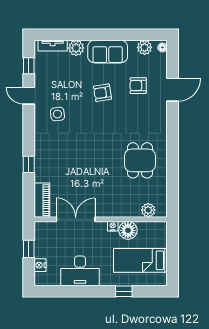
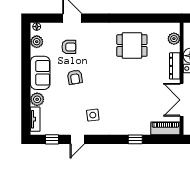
armchair: (138, 86) -> (69, 47), turned -90
dresser: (116, 211) -> (175, 66), added

